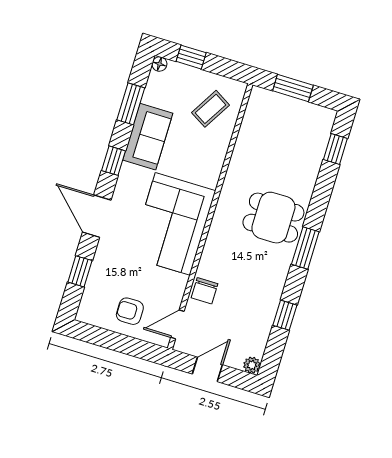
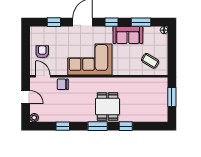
window: (191, 57) -> (172, 44), removed
window: (335, 149) -> (126, 126), moved

